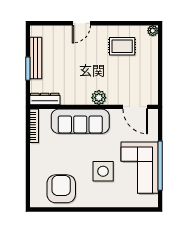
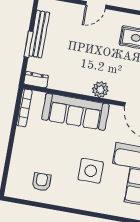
dresser: (45, 99) -> (36, 80), width x0.70
armchair: (61, 189) -> (42, 182), width x0.53, depth x0.53

